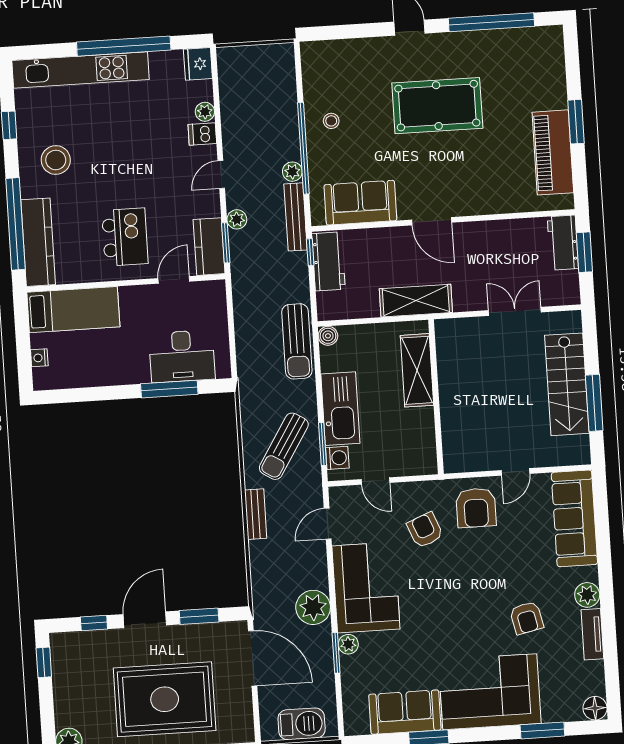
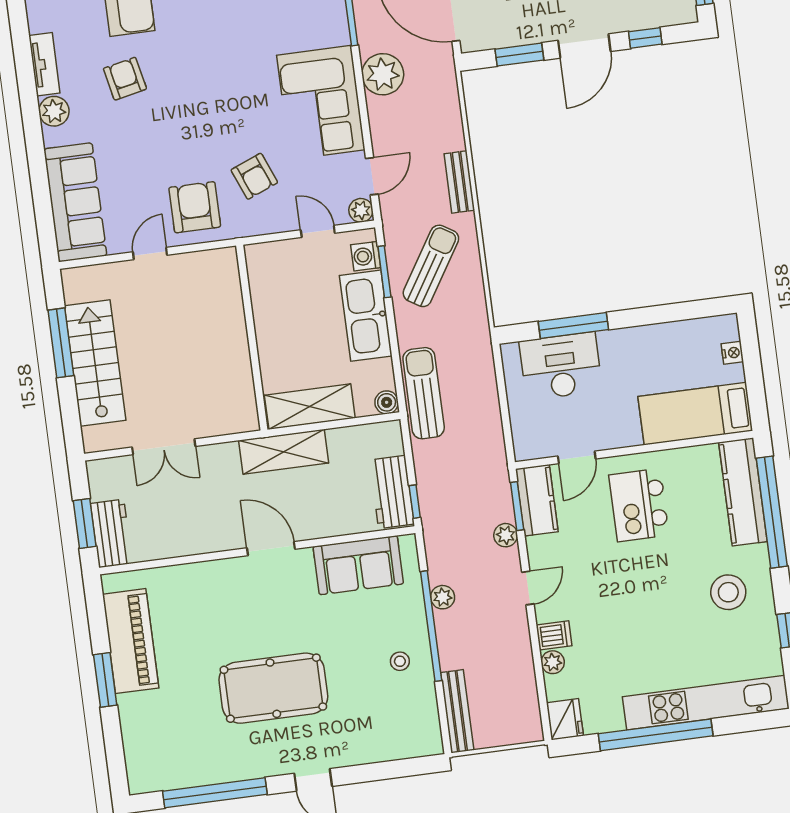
bench: (296, 217) -> (457, 711), moved
shelving: (417, 370) -> (310, 407), moved, turned 90
plant: (348, 644) -> (361, 210), moved

